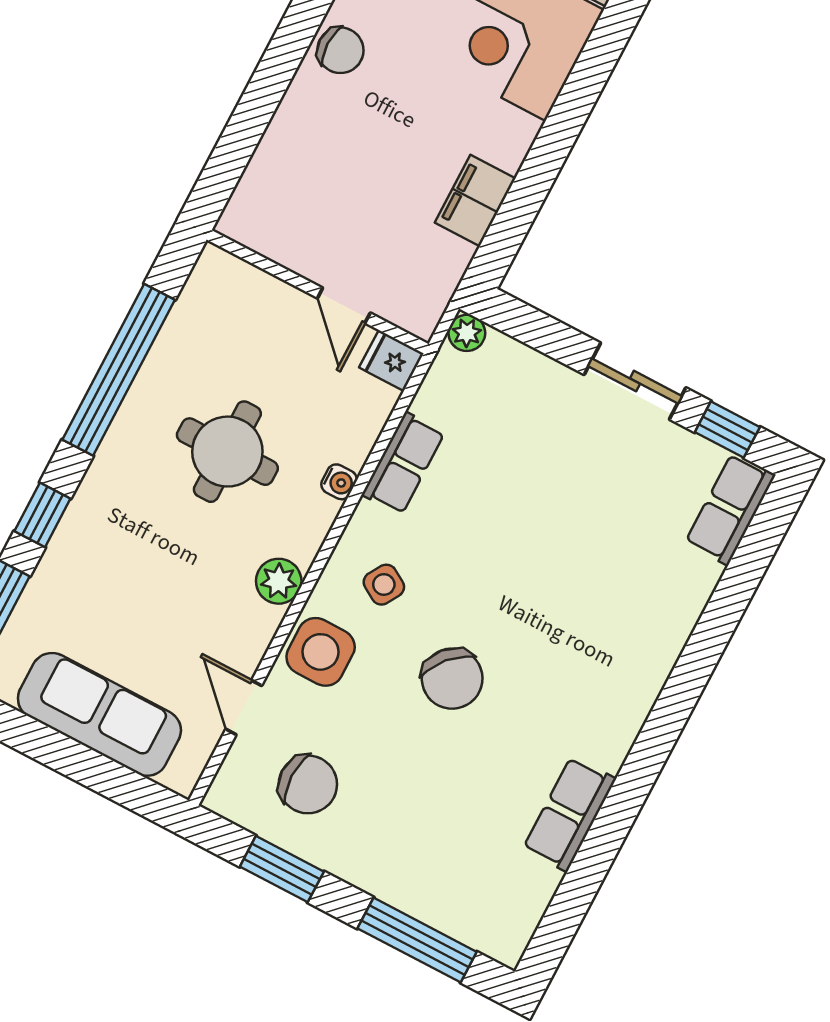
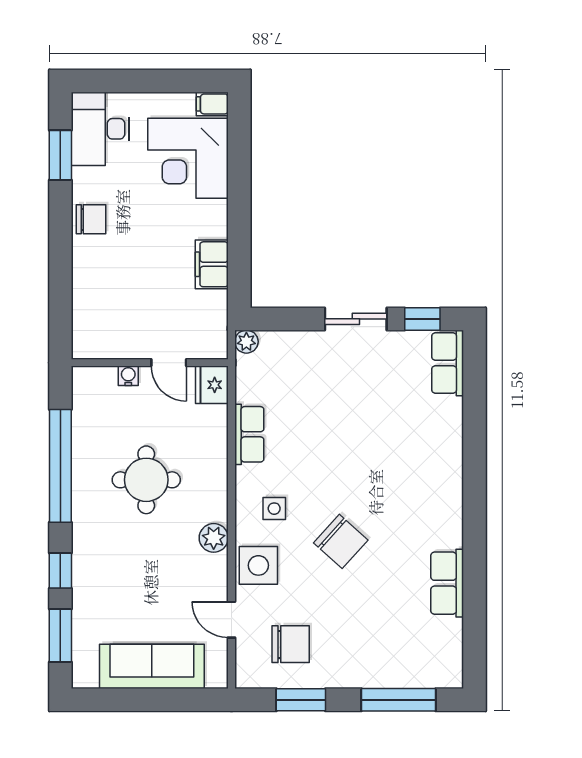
fridge: (391, 360) -> (212, 385), width x1.38
water cooler: (339, 482) -> (128, 376), moved, turned -90
side table: (384, 585) -> (274, 509), turned -31

